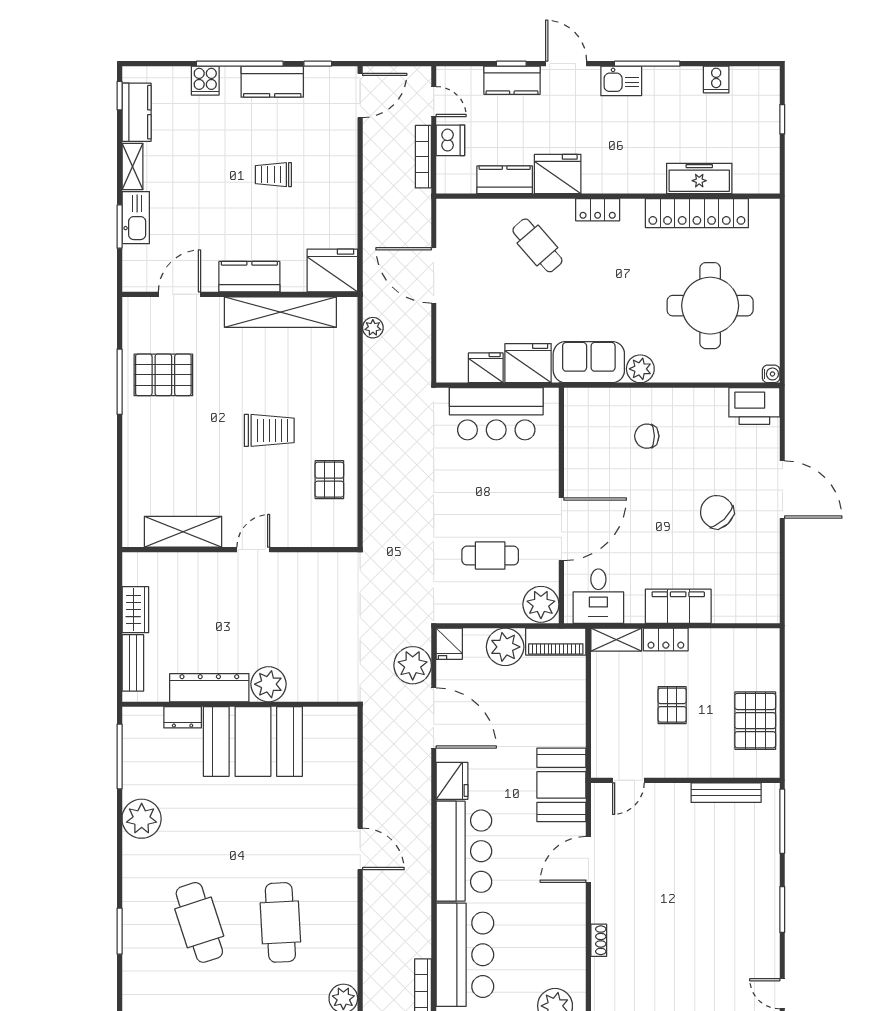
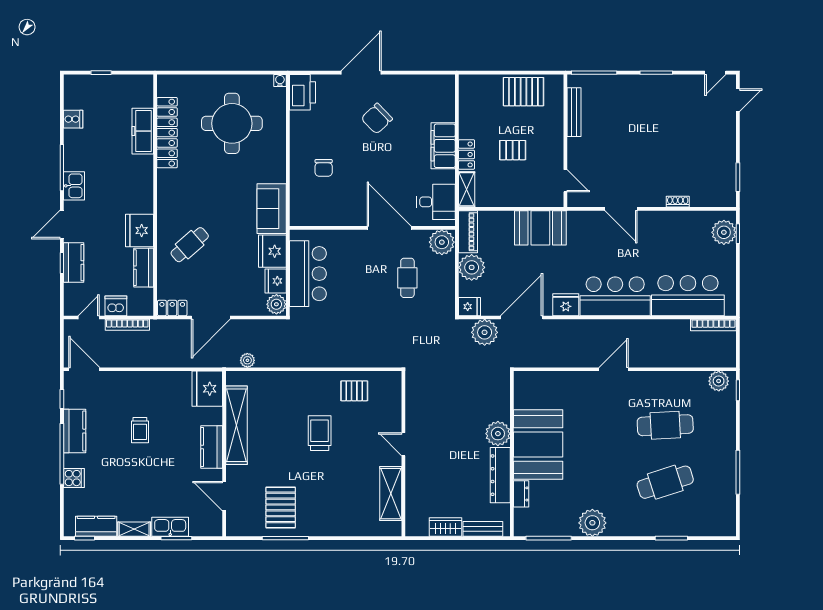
locker: (598, 210) -> (172, 308), moved, turned -90
plant: (640, 369) -> (276, 304), moved
booth: (561, 785) -> (540, 228), moved

